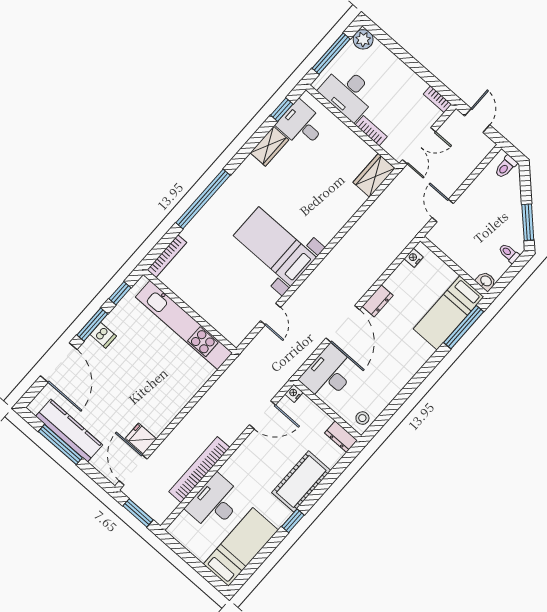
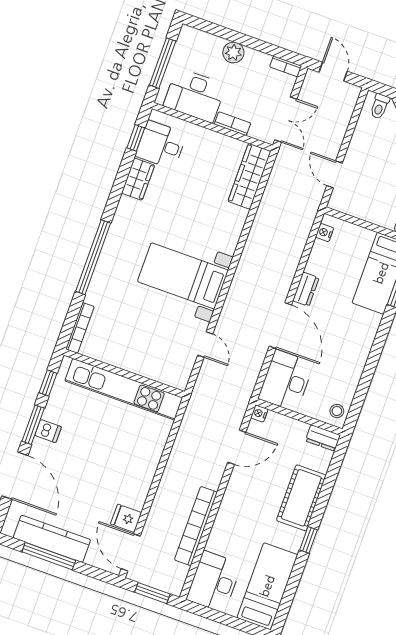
plant: (363, 39) -> (233, 53), moved
wardrobe: (374, 175) -> (249, 176), width x1.50
desk: (215, 503) -> (214, 582), moved

